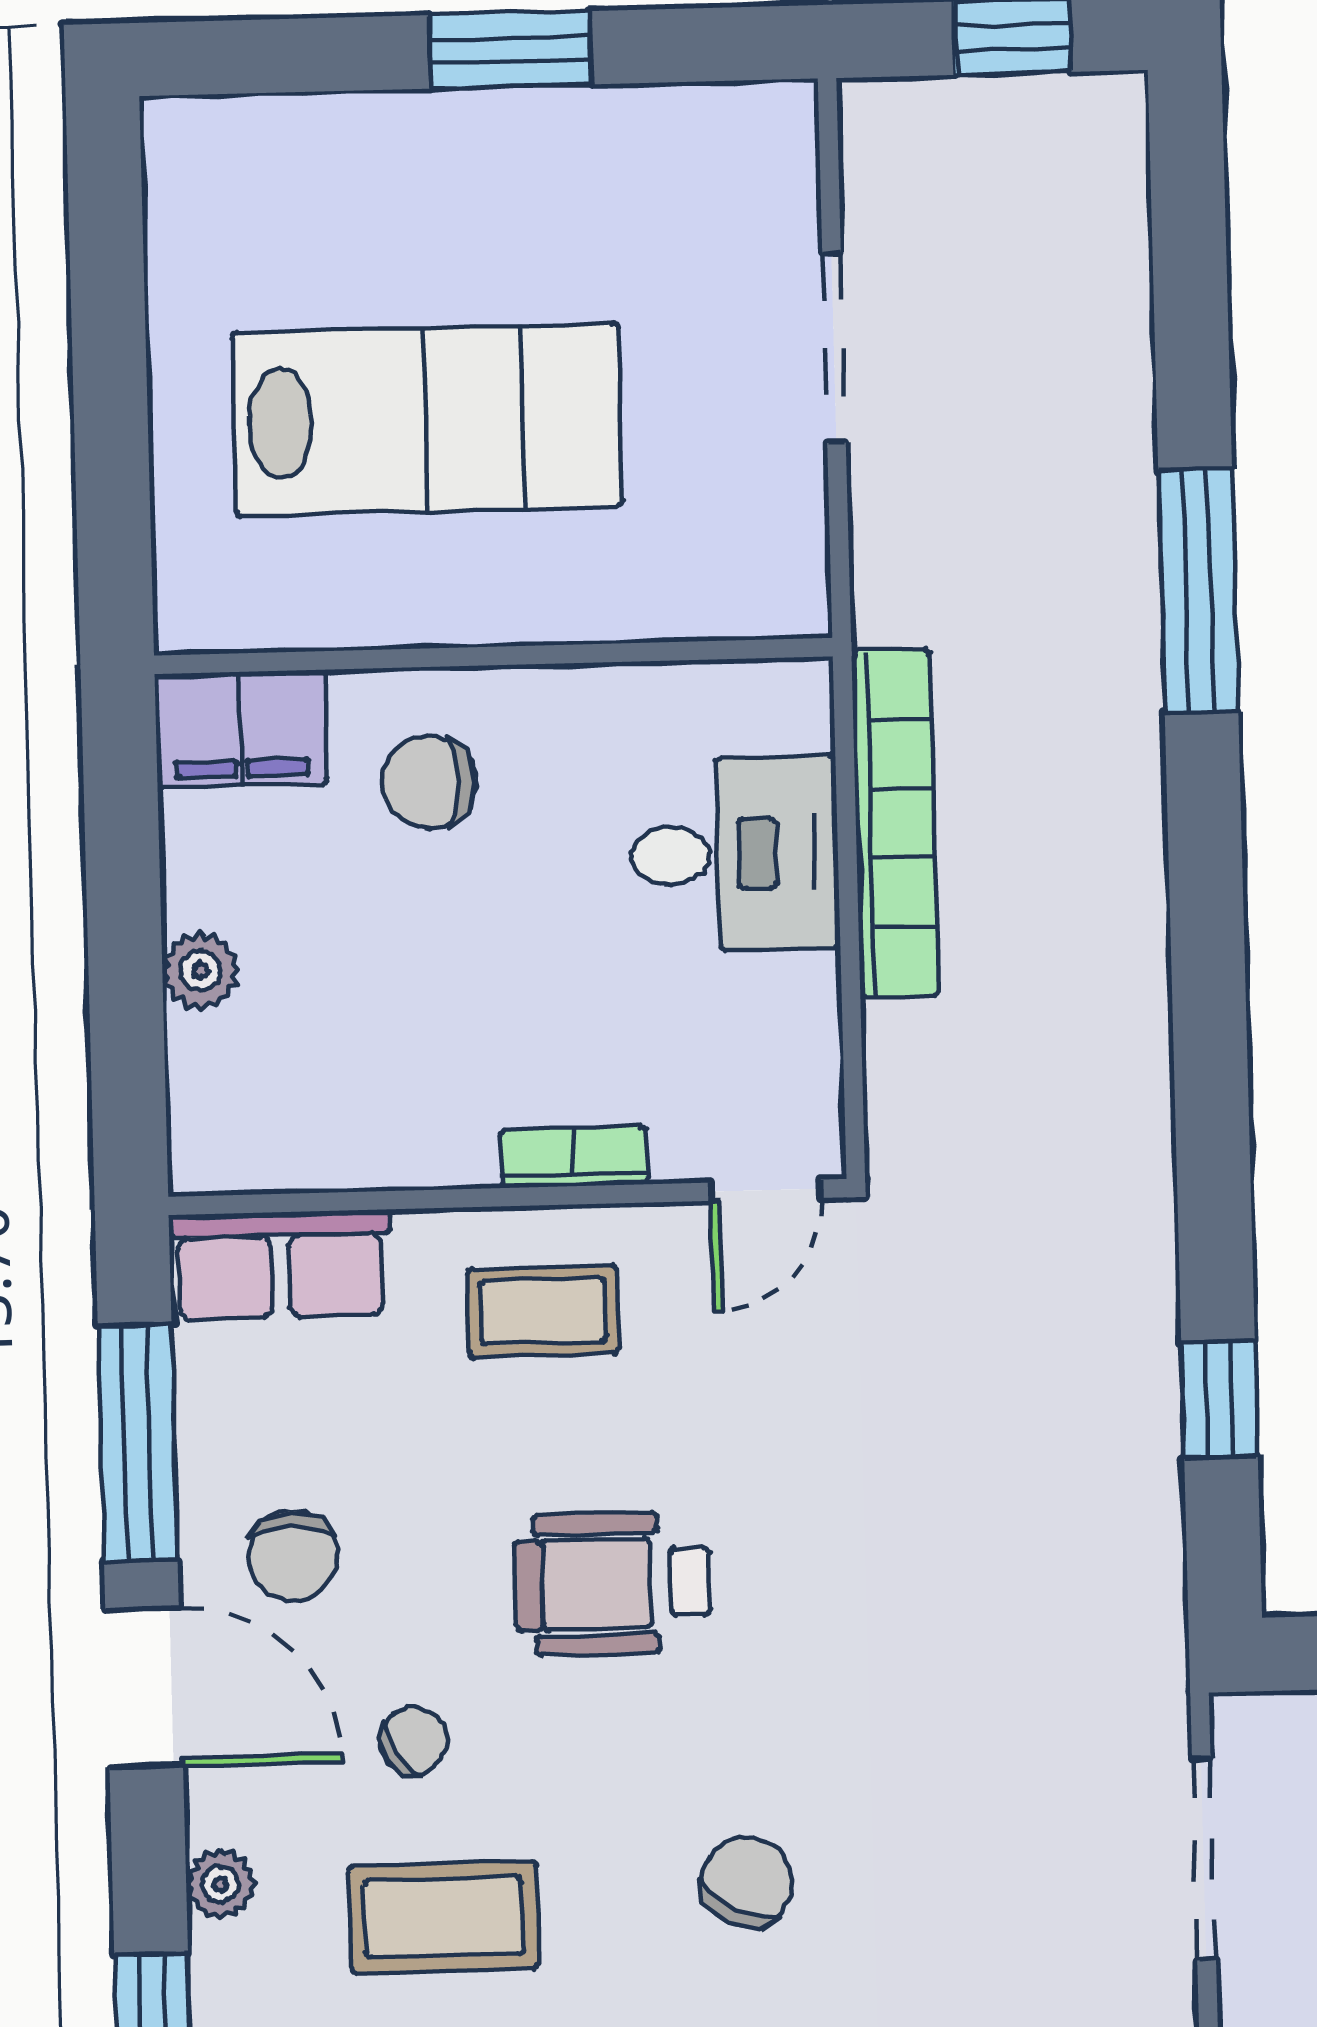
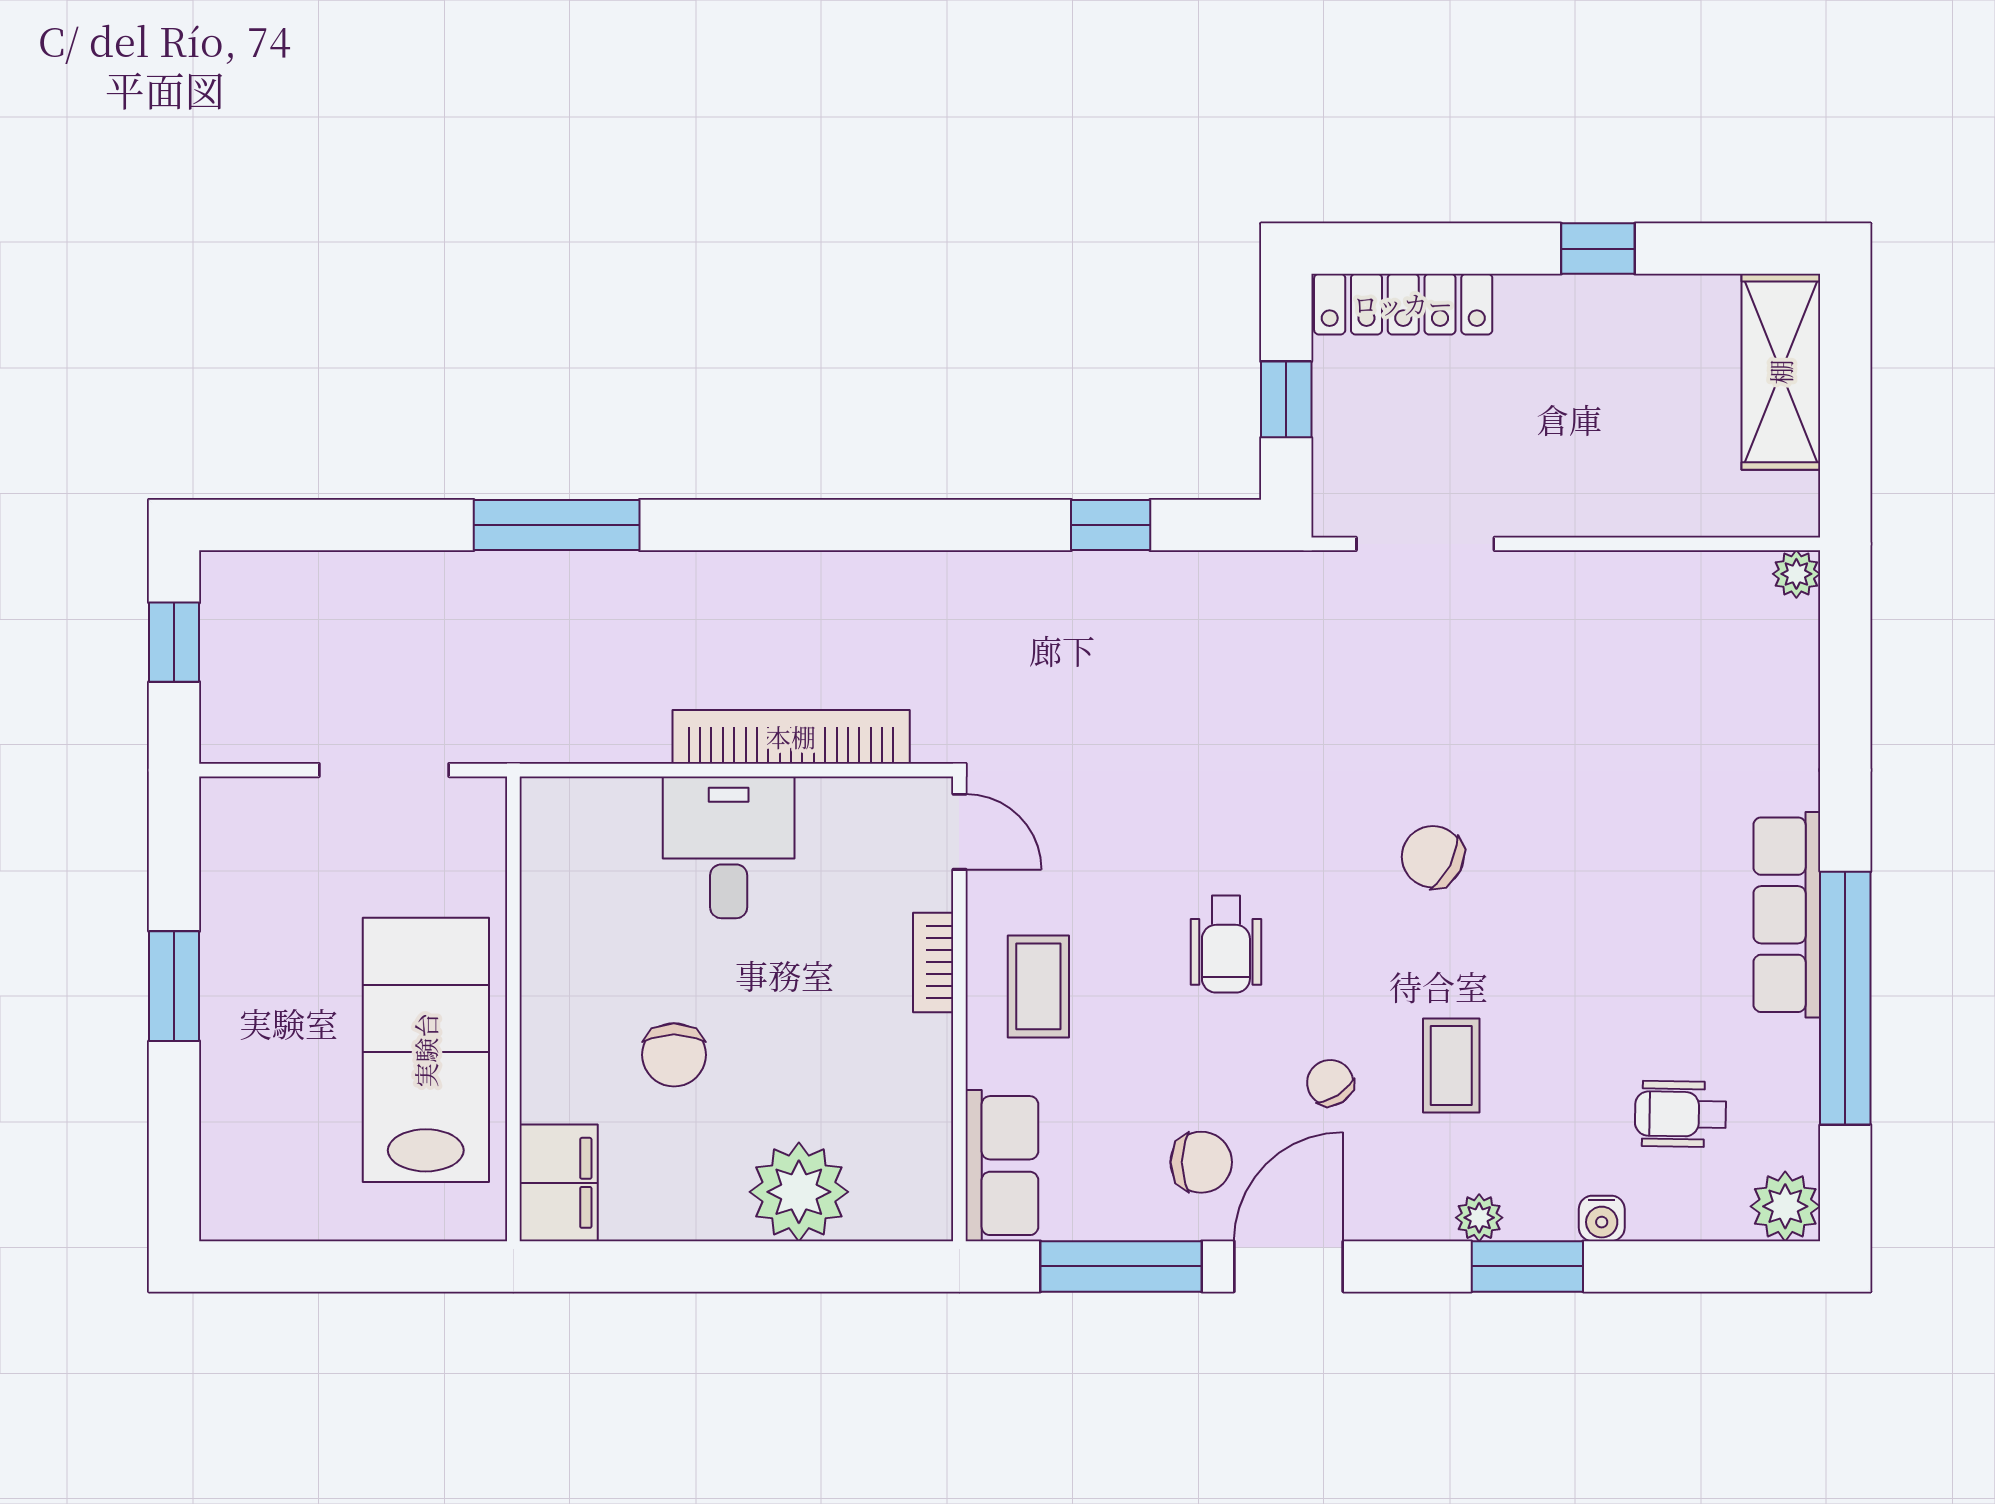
wall: (493, 656) -> (513, 1009), moved
filing cabinet: (241, 729) -> (559, 1183), moved
bookcase: (895, 823) -> (791, 737), moved
plant: (201, 971) -> (799, 1192), width x1.87, depth x1.87
wheelchair: (612, 1584) -> (1226, 944), width x0.73, depth x0.73
plant: (220, 1884) -> (1479, 1218), moved
coffee table: (444, 1917) -> (1451, 1065), width x0.73, depth x0.77

